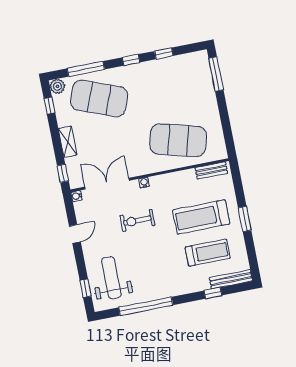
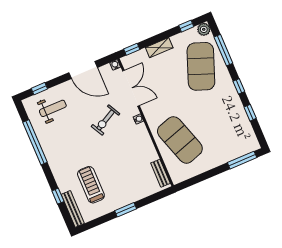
exercise mat: (178, 140) -> (180, 140), turned -33
treadmill: (201, 217) -> (120, 173), removed
exercise bike: (137, 220) -> (105, 120), turned -118
door: (75, 234) -> (83, 70), width x1.88
treadmill: (208, 253) -> (91, 185), turned 180
weight bench: (111, 278) -> (53, 108), width x0.73, depth x0.75

